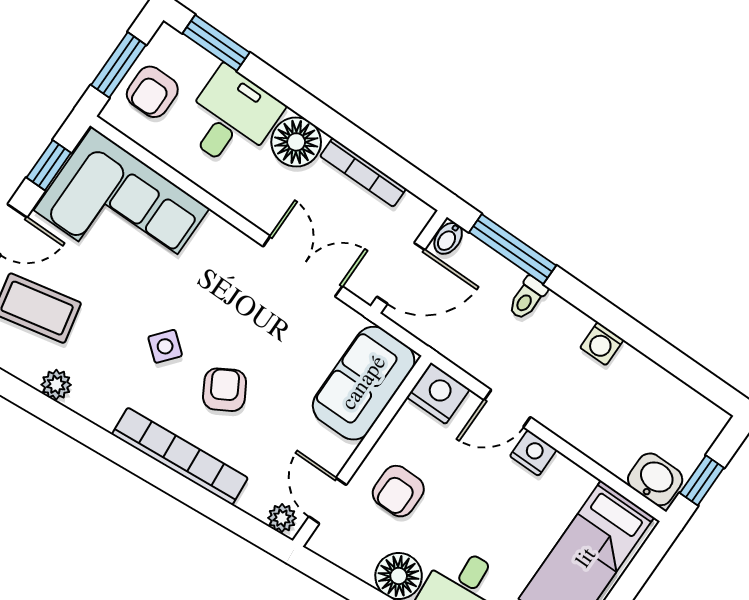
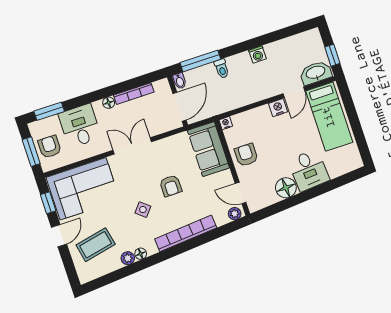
armchair: (152, 92) -> (50, 147), turned 180
floor lamp: (296, 142) -> (109, 103), width x0.53, depth x0.53
double door: (303, 266) -> (132, 146), moved
armchair: (225, 390) -> (171, 186), moved, turned -150
nightstand: (438, 393) -> (226, 123), width x0.53, depth x0.56
floor lamp: (82, 402) -> (141, 254), added
door: (507, 408) -> (294, 92), moved
washbasin: (655, 479) -> (316, 73), width x1.38
armchair: (398, 491) -> (246, 155), moved, turned 180

